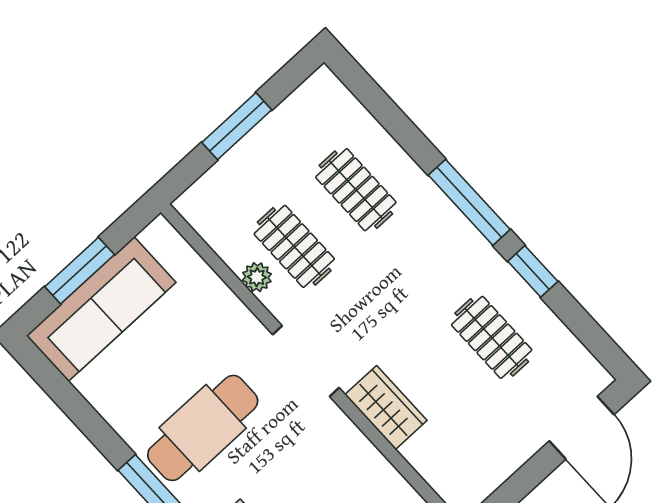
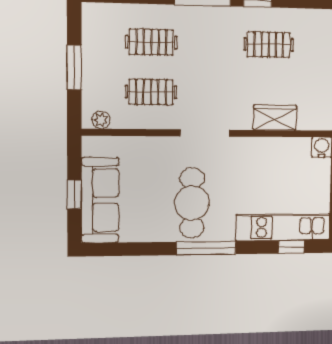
window: (80, 271) -> (74, 194), width x0.67
plant: (257, 277) -> (101, 120), moved
wardrobe: (386, 408) -> (275, 118), moved

